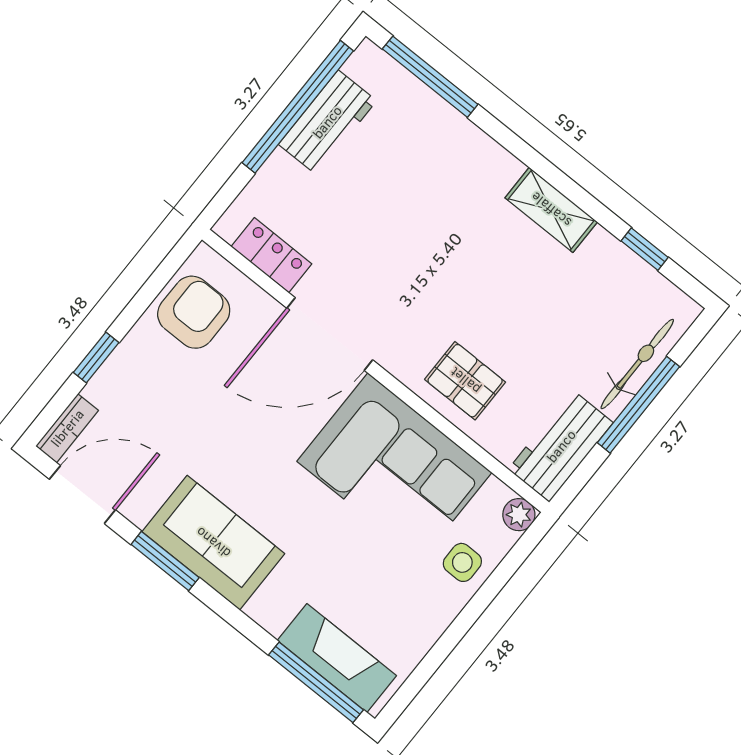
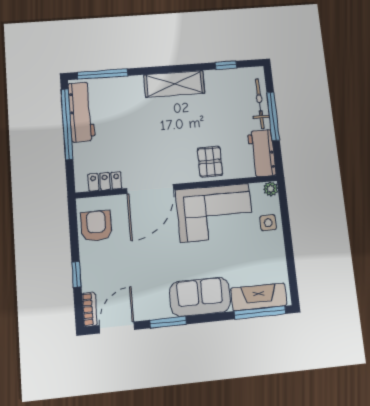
workbench: (327, 122) -> (81, 112), width x1.38
shelving: (551, 210) -> (174, 84), width x1.50, depth x1.33
pallet: (465, 381) -> (210, 162), turned 90
sofa: (213, 543) -> (200, 297), moved

